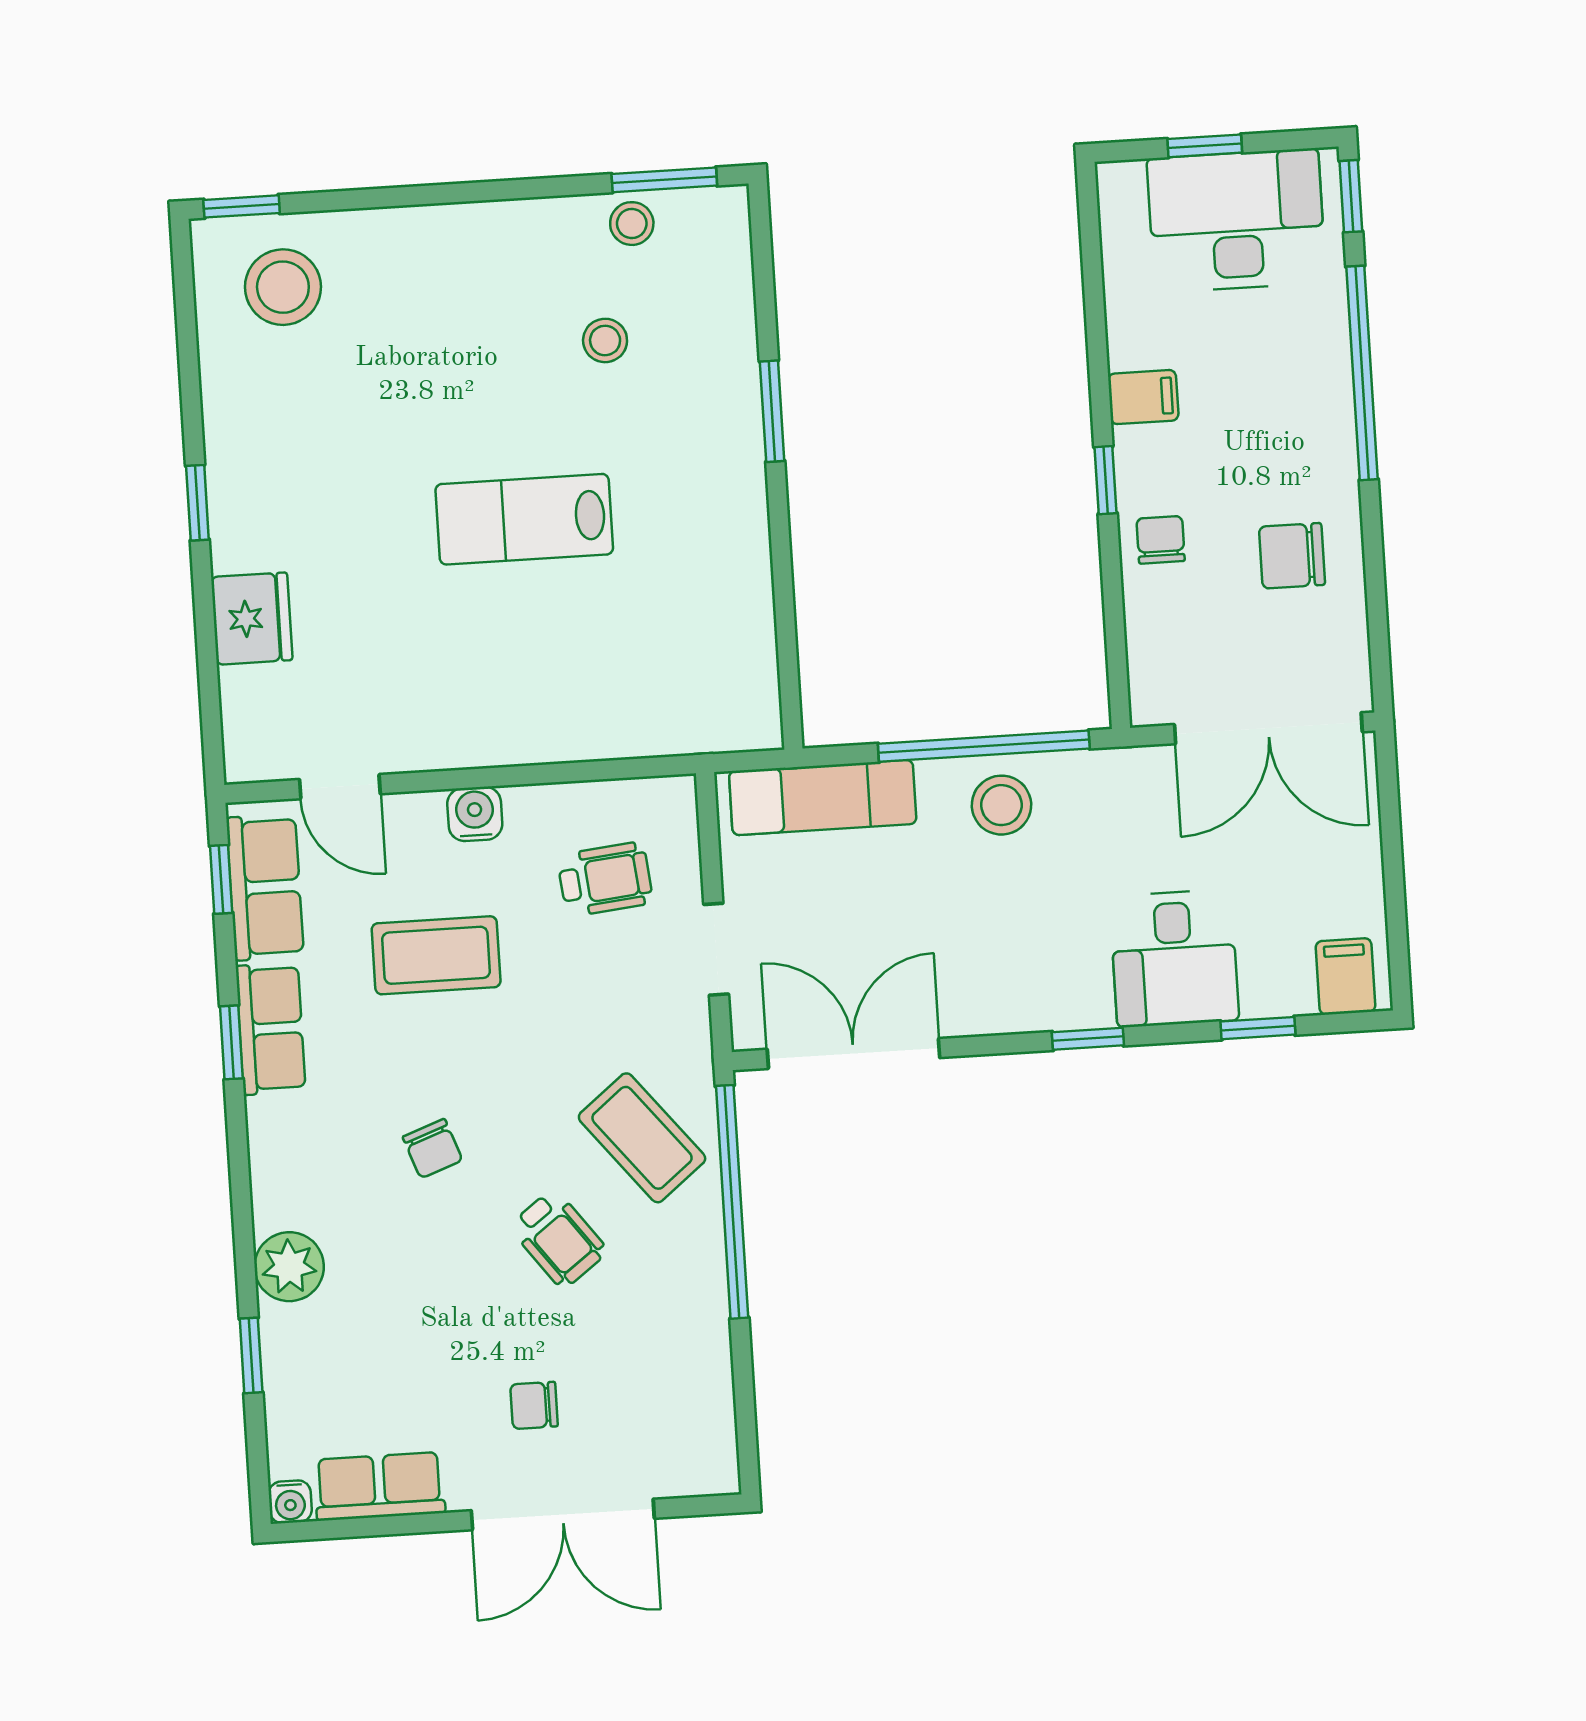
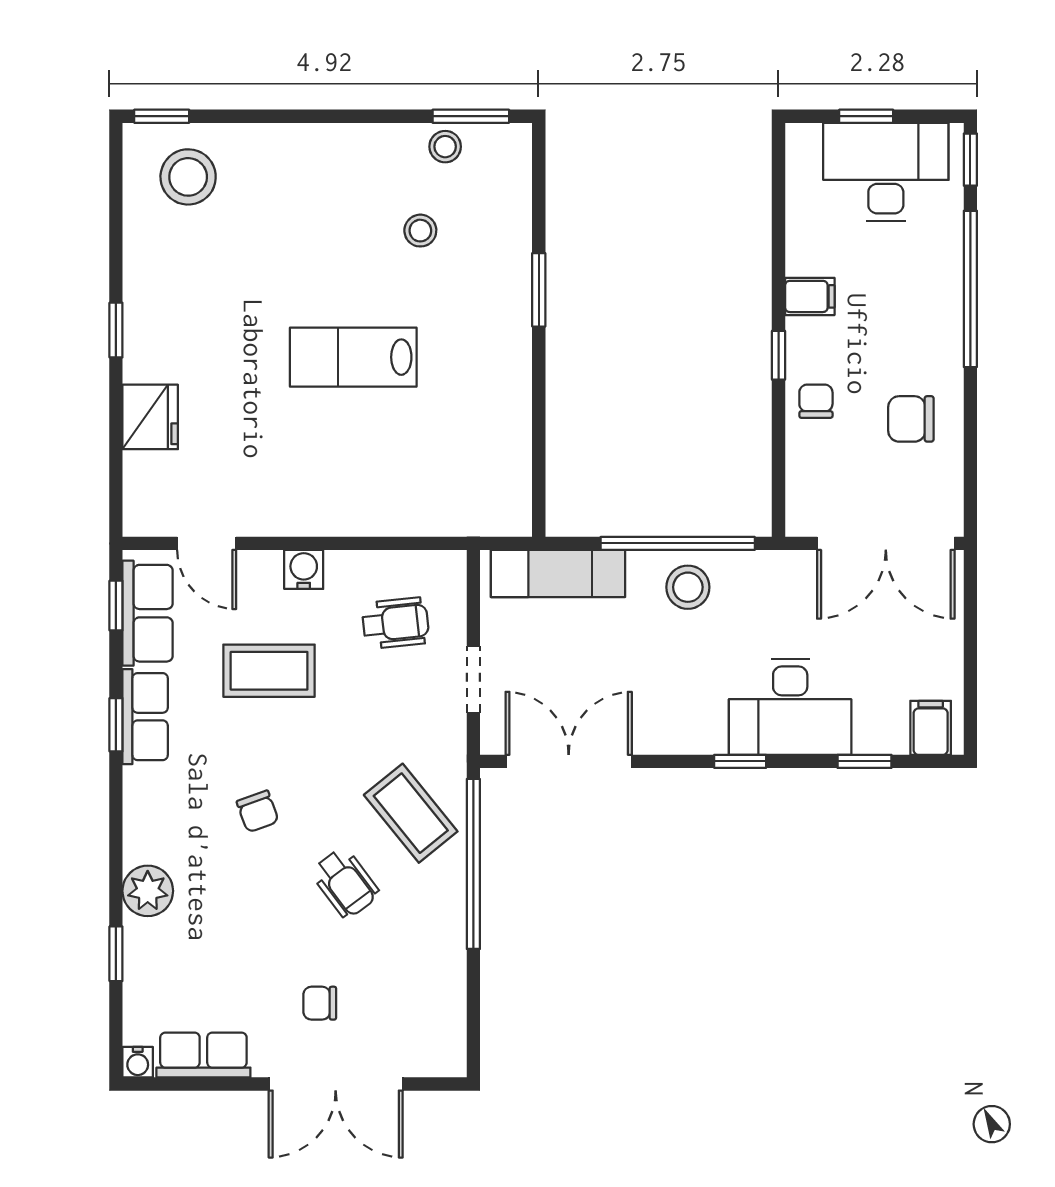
desk: (1174, 958) -> (790, 707), width x1.37

